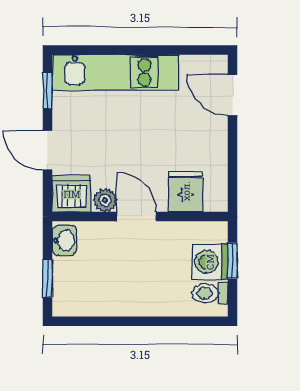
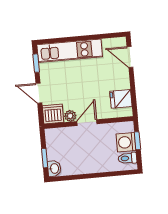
fridge: (186, 191) -> (121, 99), moved, turned -90
door: (137, 216) -> (87, 123), hinge flipped
washbasin: (64, 241) -> (54, 168), moved

